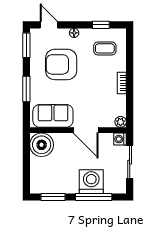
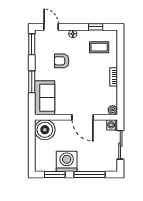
armchair: (61, 64) -> (62, 61), width x0.53, depth x0.53
sofa: (53, 116) -> (45, 98), moved, turned 90
washing machine: (91, 182) -> (67, 161), moved

